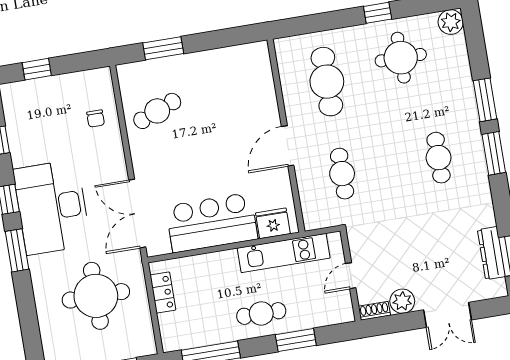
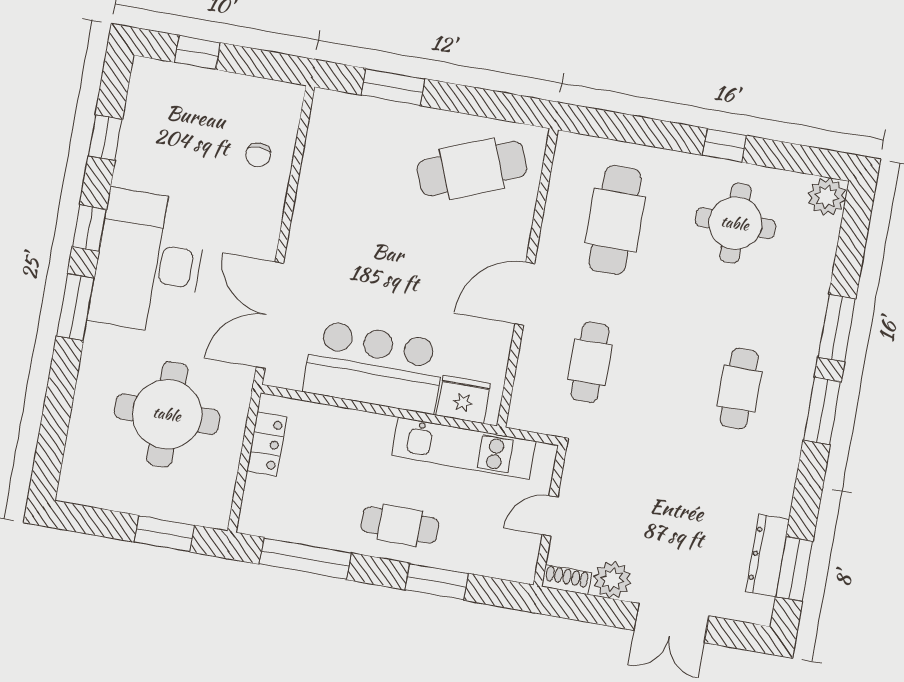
cafe table: (157, 111) -> (472, 169), moved, width x1.37, depth x1.35

